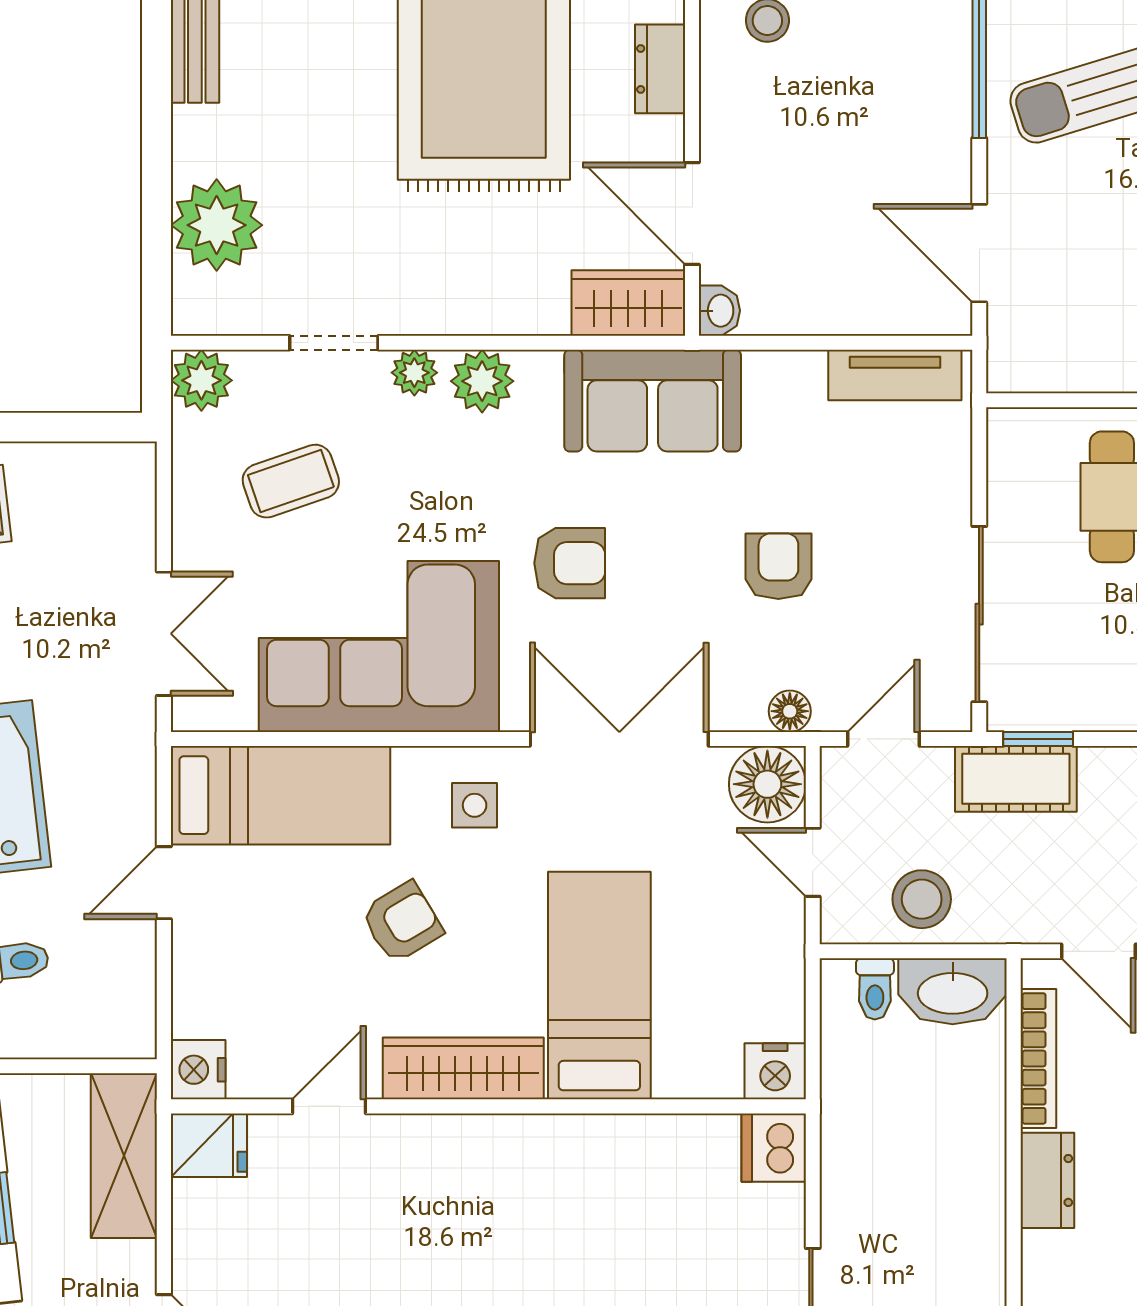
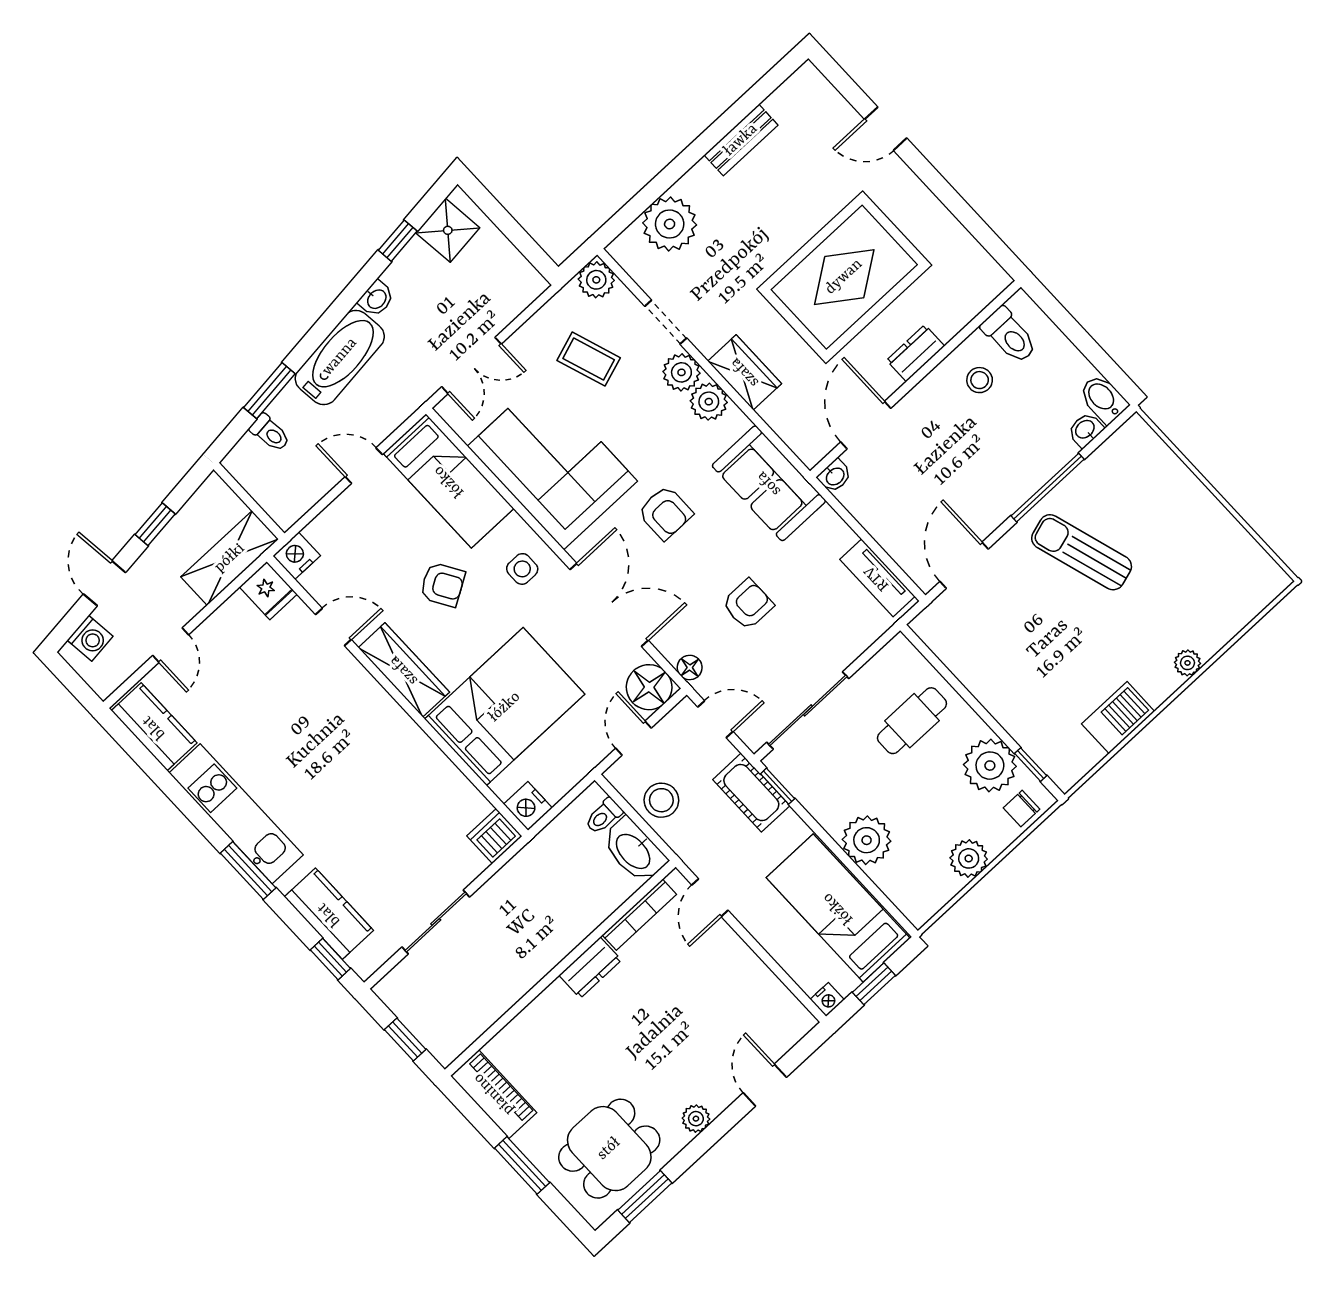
wardrobe: (628, 303) -> (745, 372), moved
plant: (414, 373) -> (681, 372), width x1.38, depth x1.38
bed: (599, 986) -> (505, 707), width x1.50

